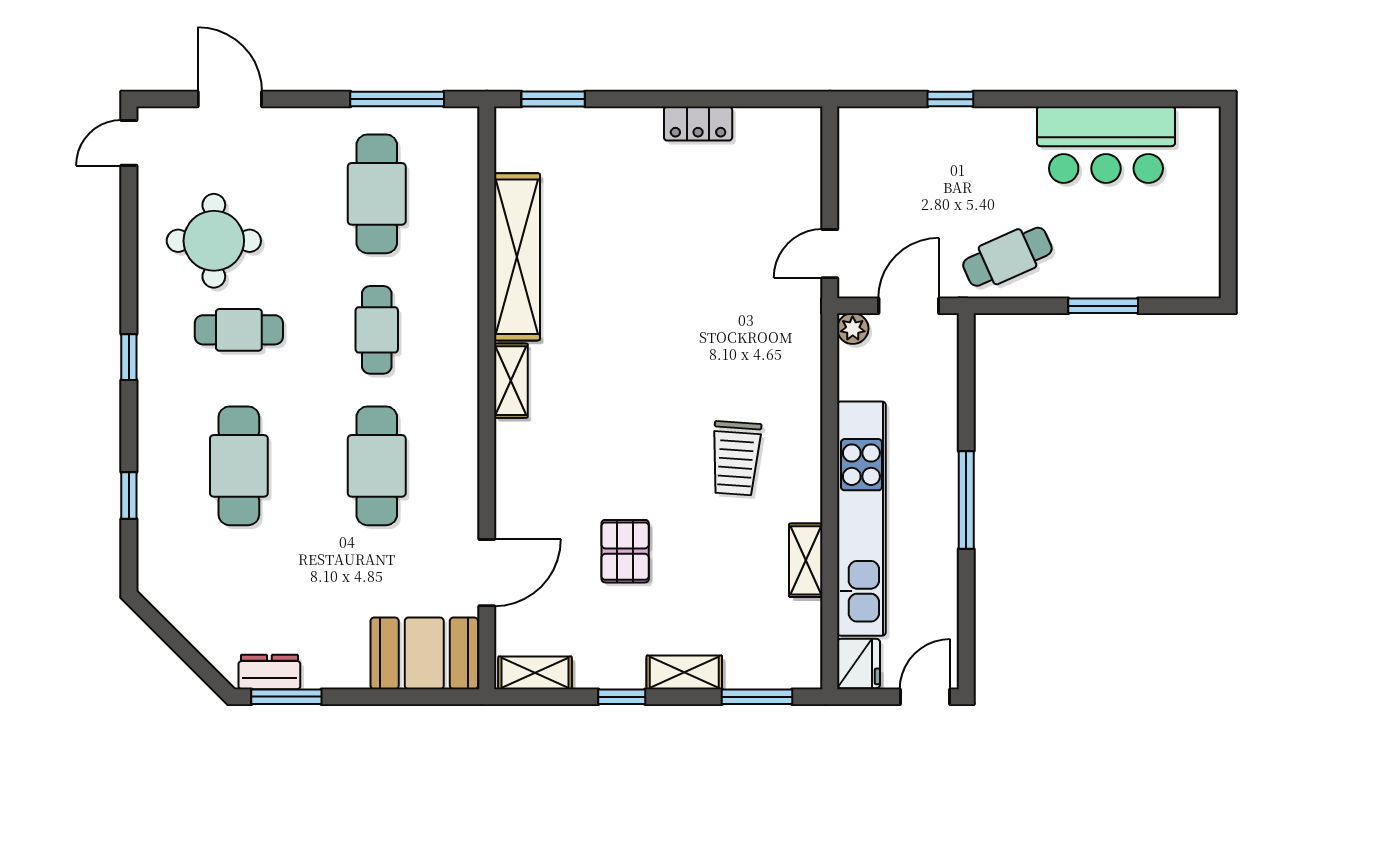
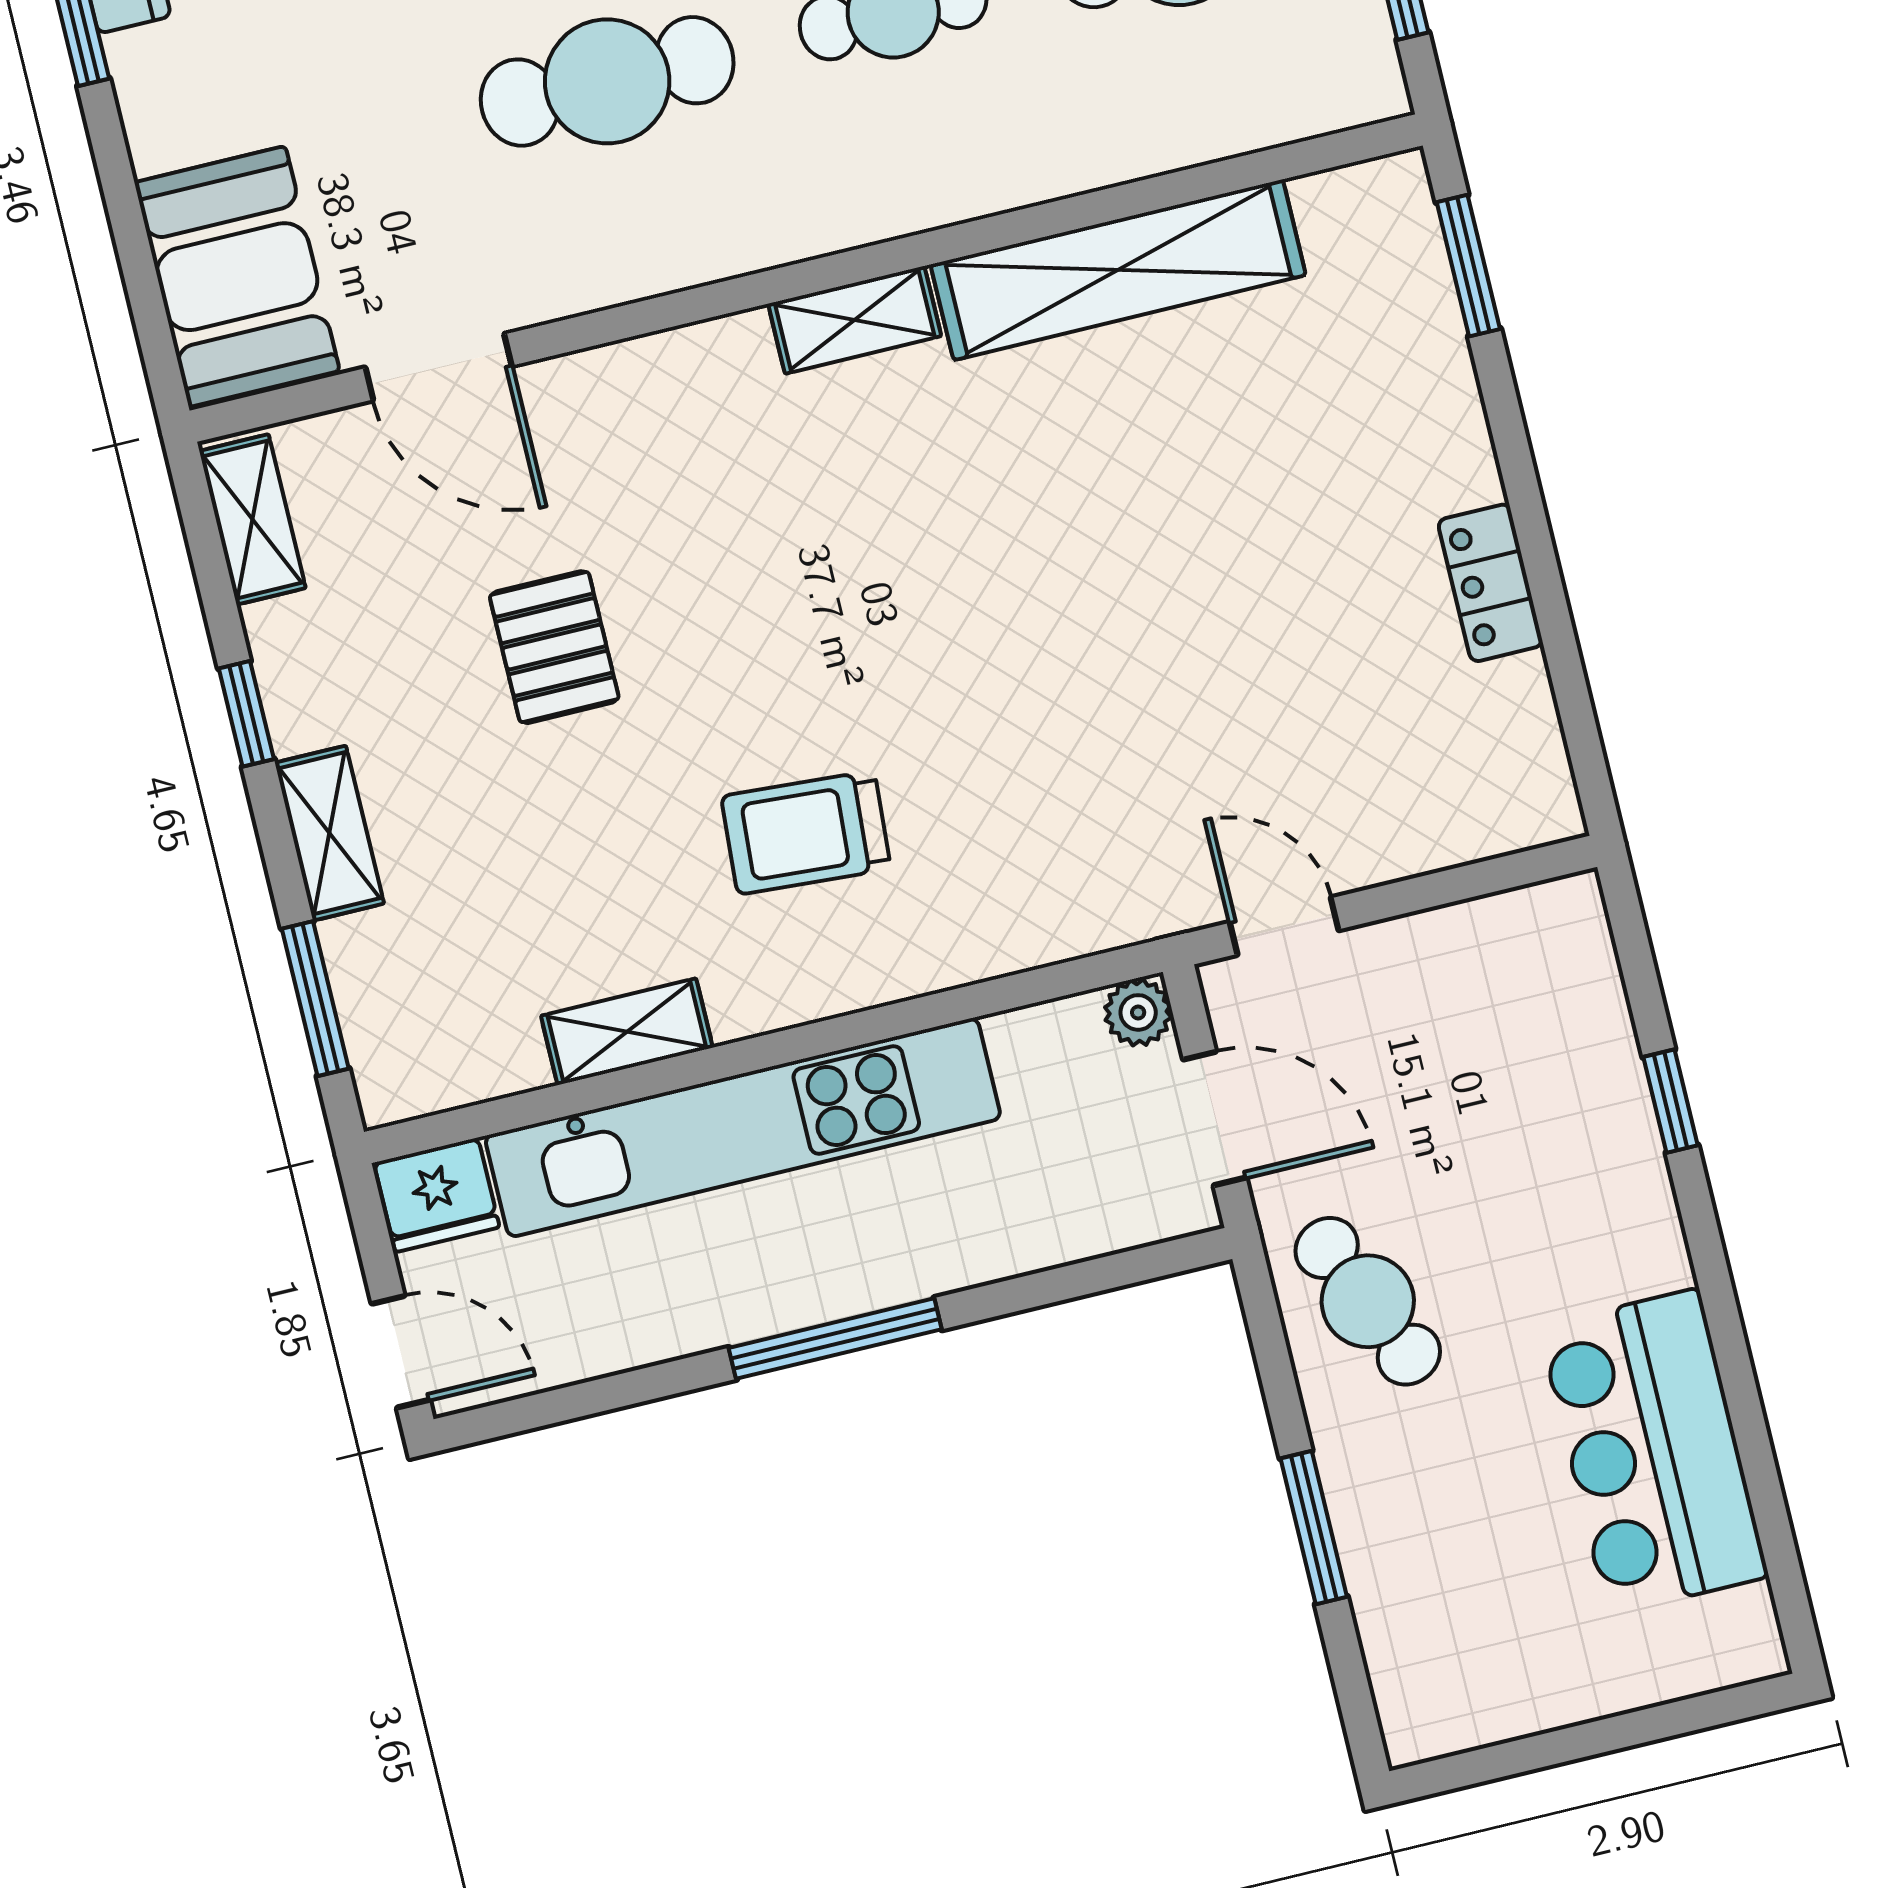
pallet: (625, 551) -> (554, 647), turned 90

